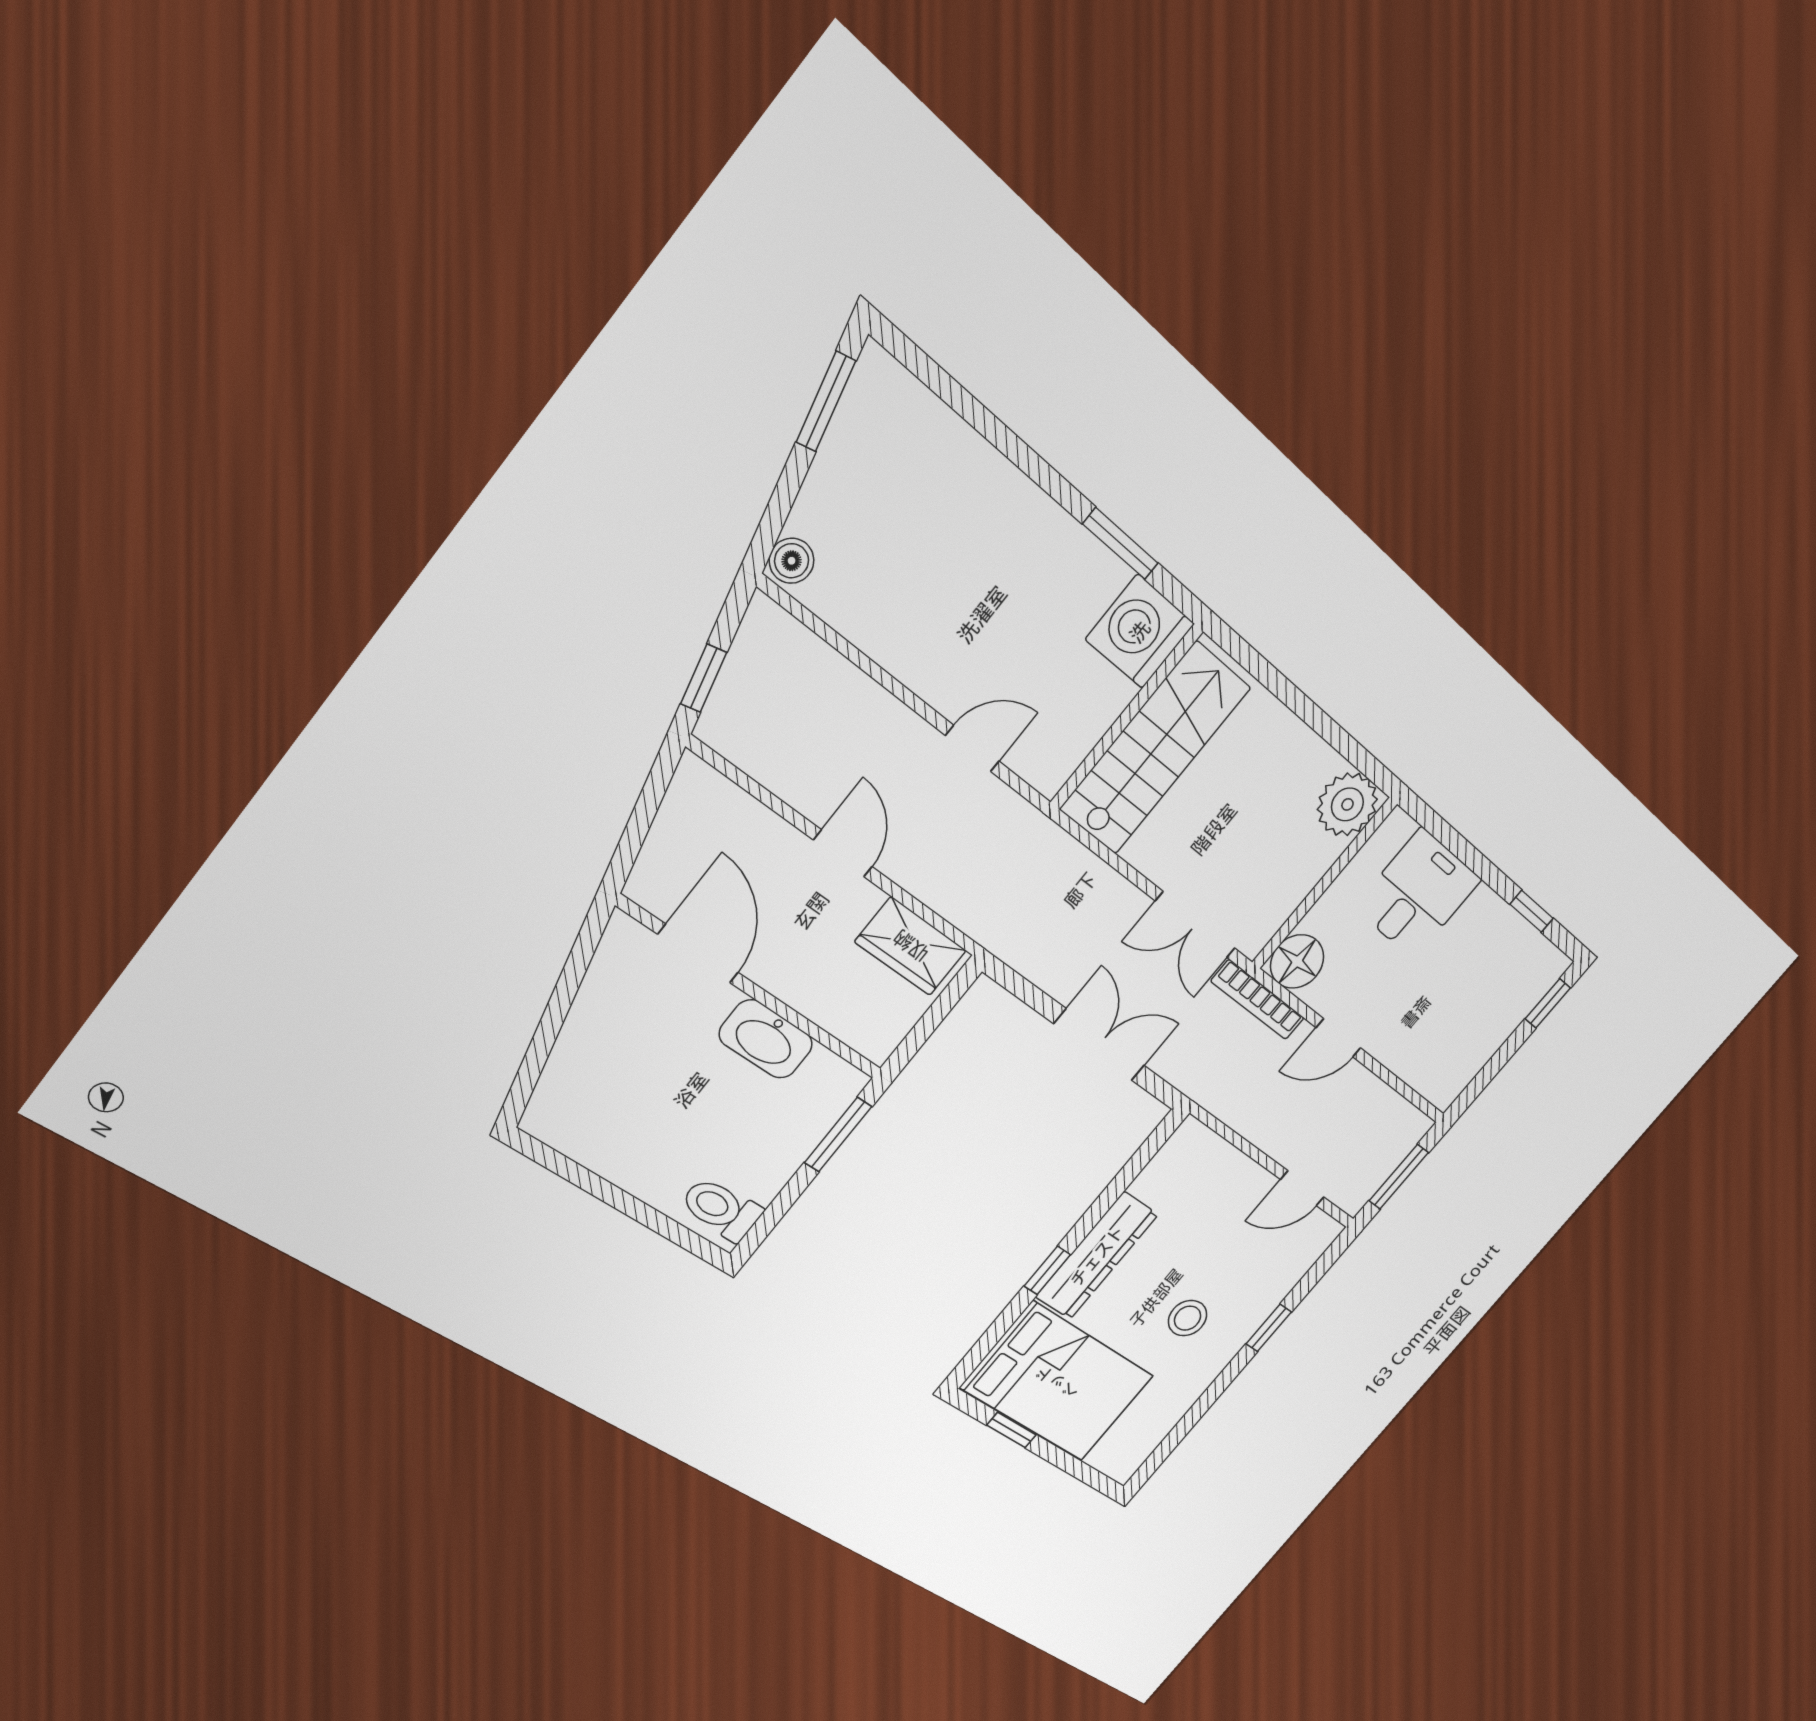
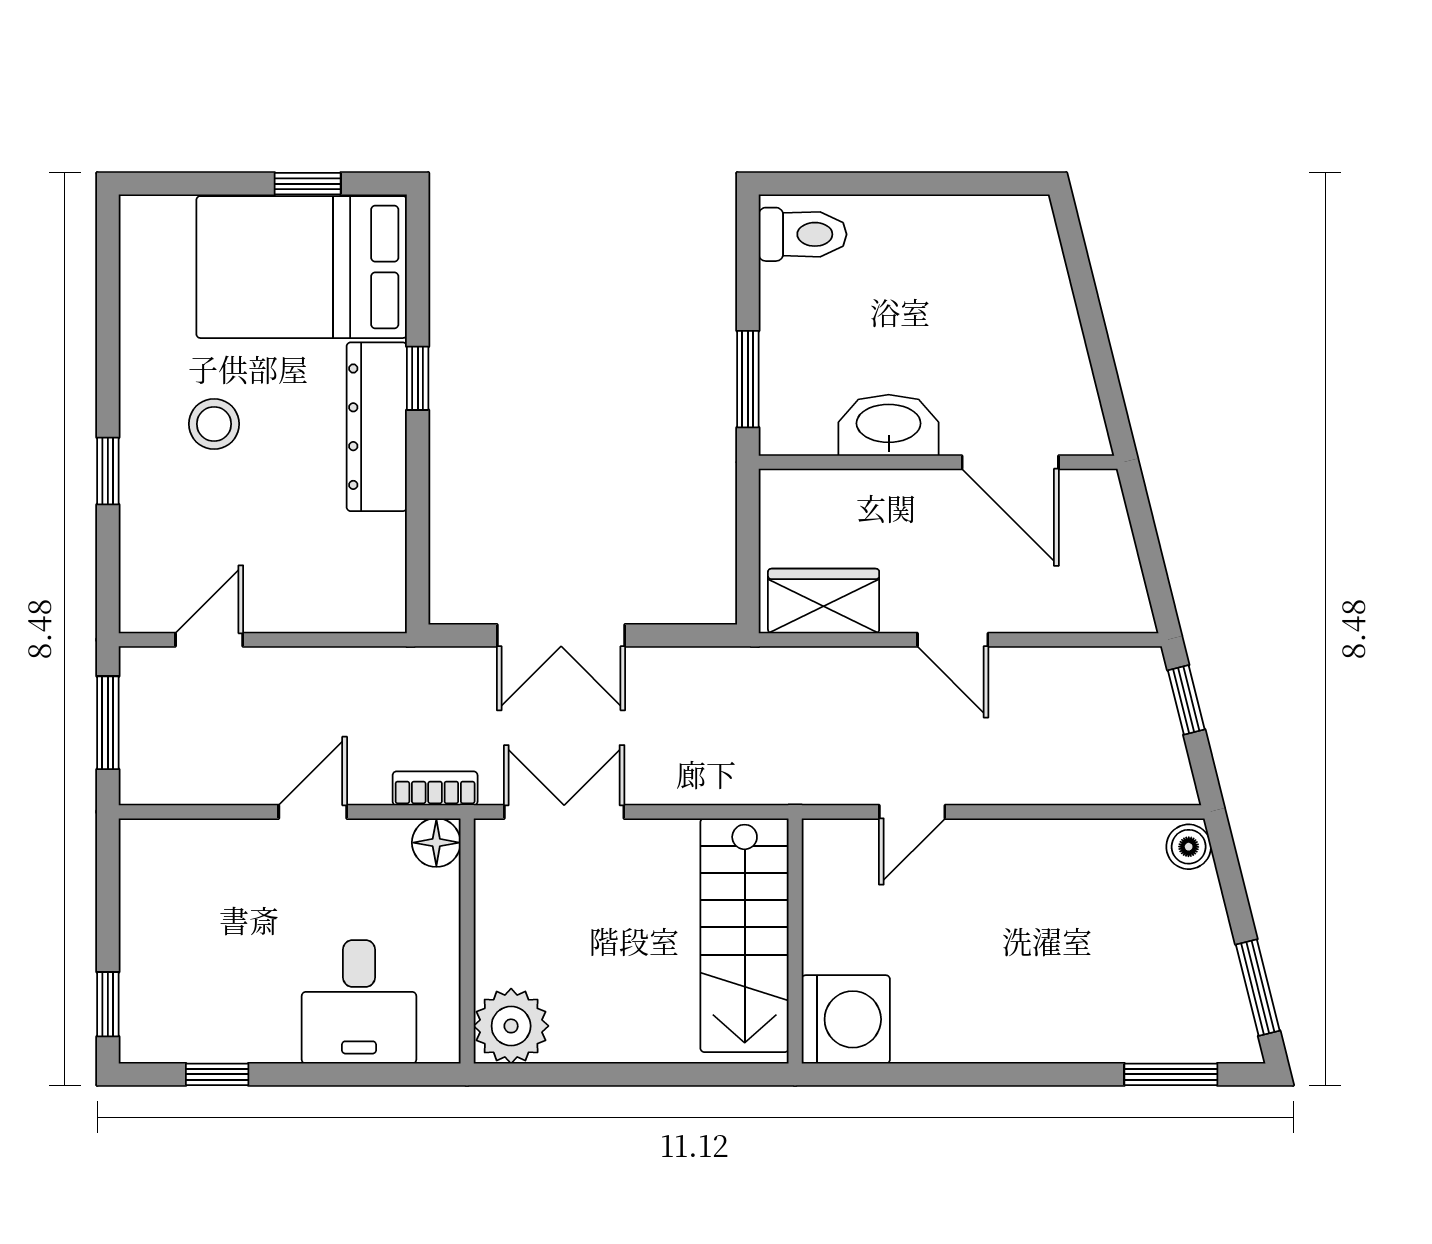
window: (1120, 544) -> (1171, 1074), moved
floor lamp: (1297, 961) -> (436, 843), width x0.73, depth x0.73
bookcase: (1258, 1000) -> (435, 788), width x0.64

